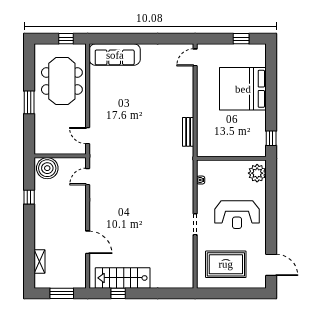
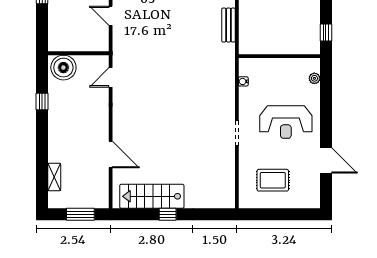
door: (88, 136) -> (111, 16), moved
plant: (257, 173) -> (314, 78), width x0.53, depth x0.53
rug: (226, 264) -> (273, 180), width x0.73, depth x0.70
door: (271, 265) -> (326, 161), moved
window: (118, 293) -> (168, 214), moved

